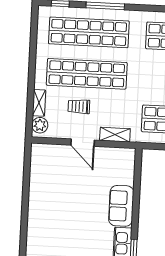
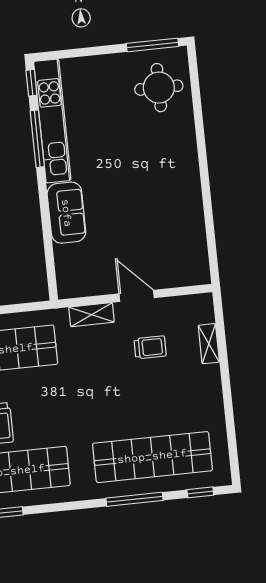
shop shelf: (87, 74) -> (146, 396), removed
plant: (40, 125) -> (203, 311), removed

